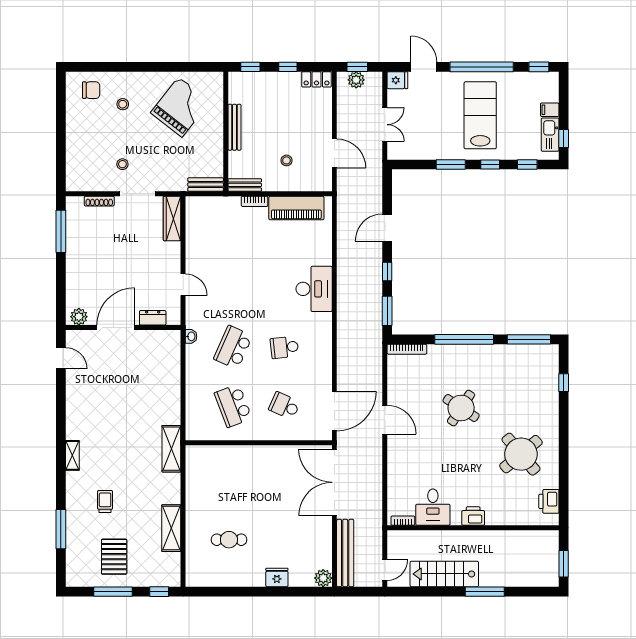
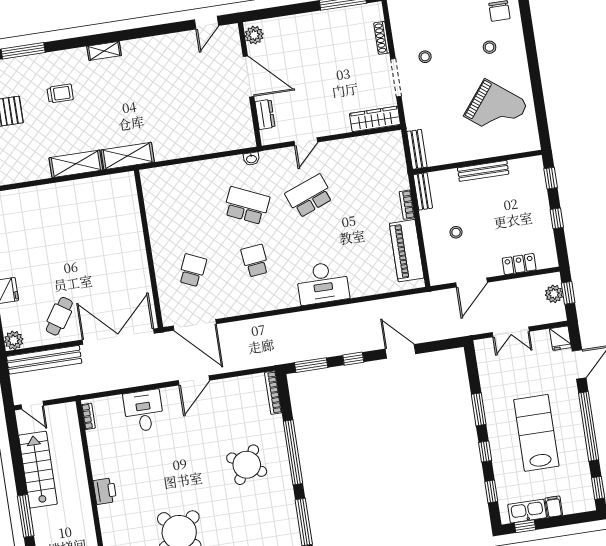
locker: (317, 79) -> (519, 264), moved, turned 90
lab bench: (480, 115) -> (536, 433), turned -90
school desk: (233, 406) -> (309, 196), moved
round table: (461, 408) -> (247, 465), moved
desk: (433, 507) -> (144, 411), moved, turned 90
shelving: (171, 528) -> (76, 164), moved
cafe table: (229, 540) -> (59, 316), moved, turned 34

